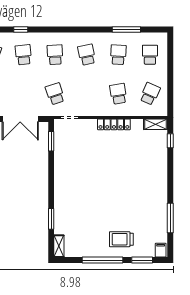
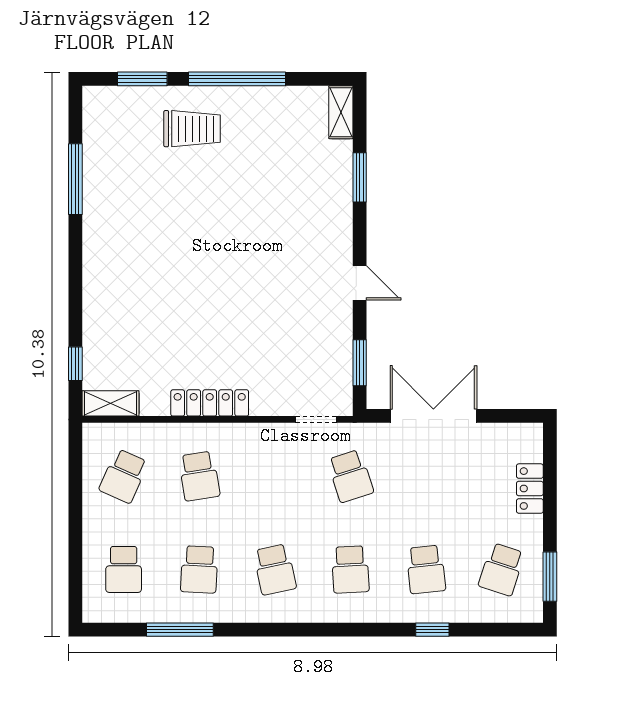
door: (51, 175) -> (360, 283), added
filing cabinet: (161, 250) -> (98, 102), removed

